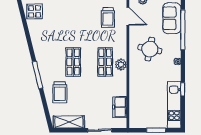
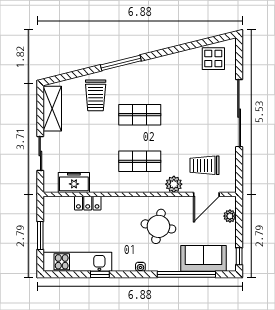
plant: (121, 65) -> (174, 184), moved
trolley: (60, 92) -> (96, 95), turned -90
locker: (134, 98) -> (88, 203), added

